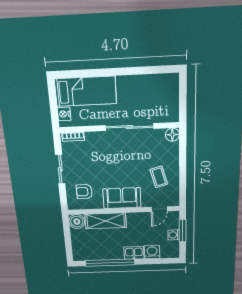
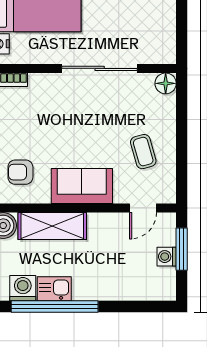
washing machine: (152, 252) -> (23, 288), moved
kitchen sink: (134, 253) -> (54, 289), moved

